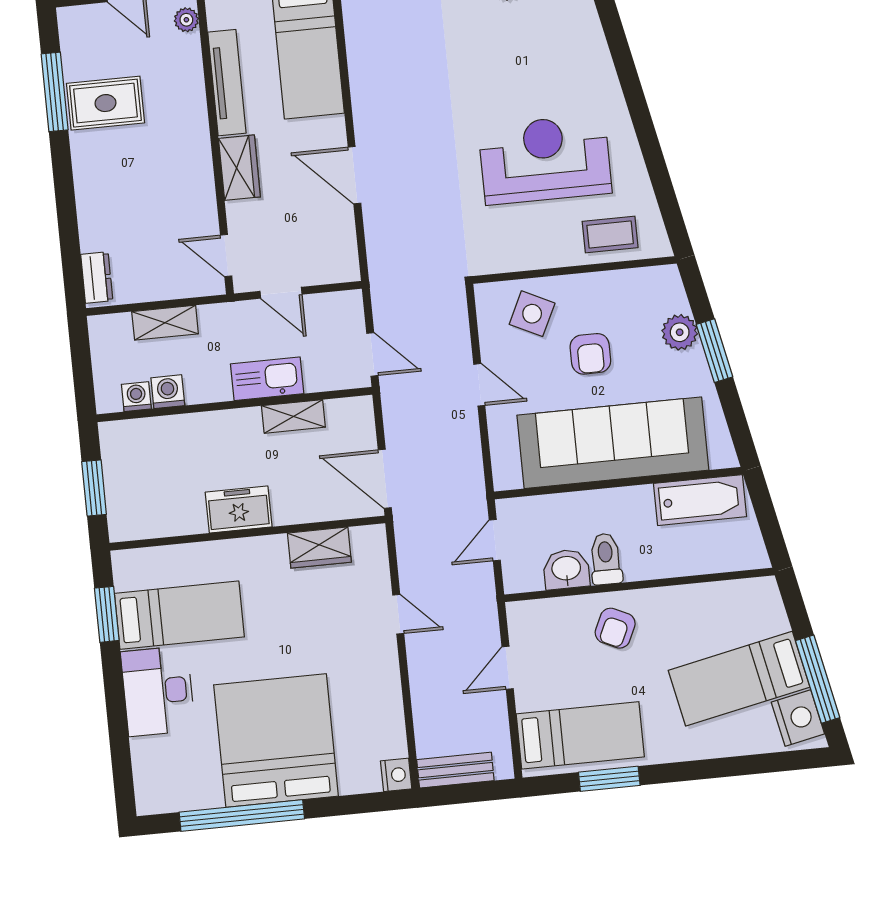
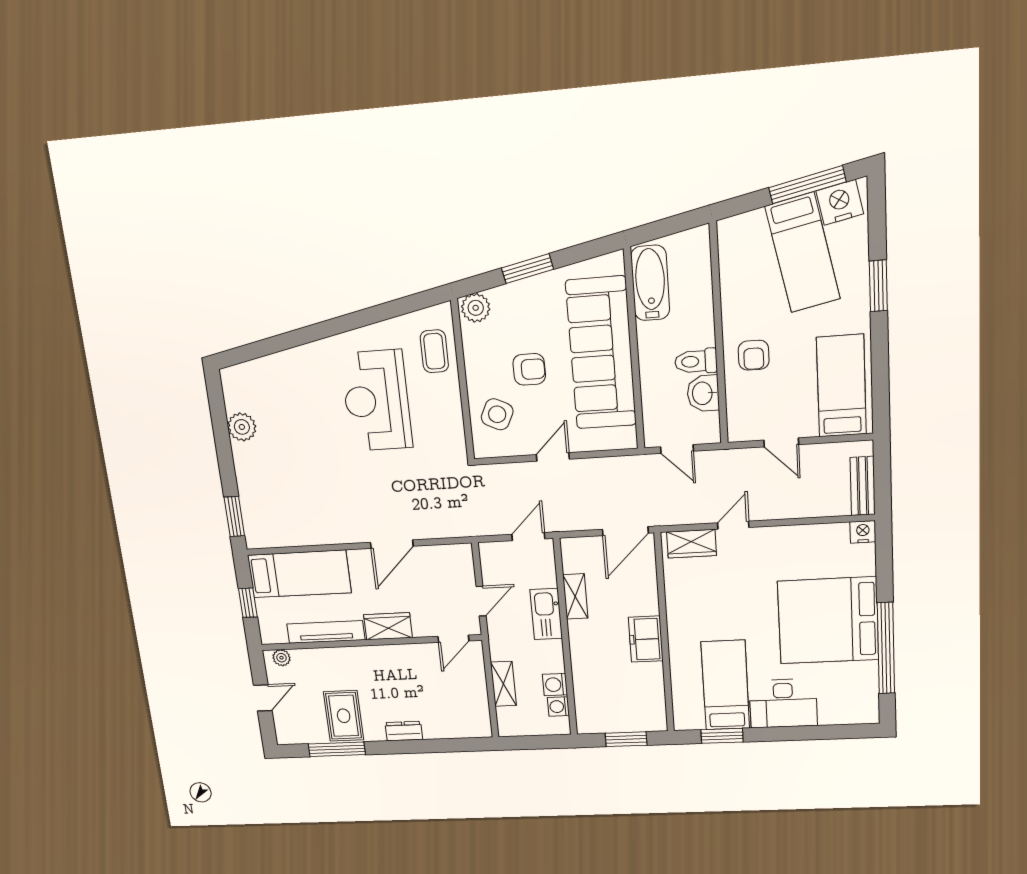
dresser: (97, 278) -> (404, 731), moved
plant: (680, 332) -> (476, 308), moved
wardrobe: (319, 548) -> (691, 544), moved, turned 90
armchair: (615, 628) -> (754, 355), turned 65
window: (609, 779) -> (878, 286), moved

